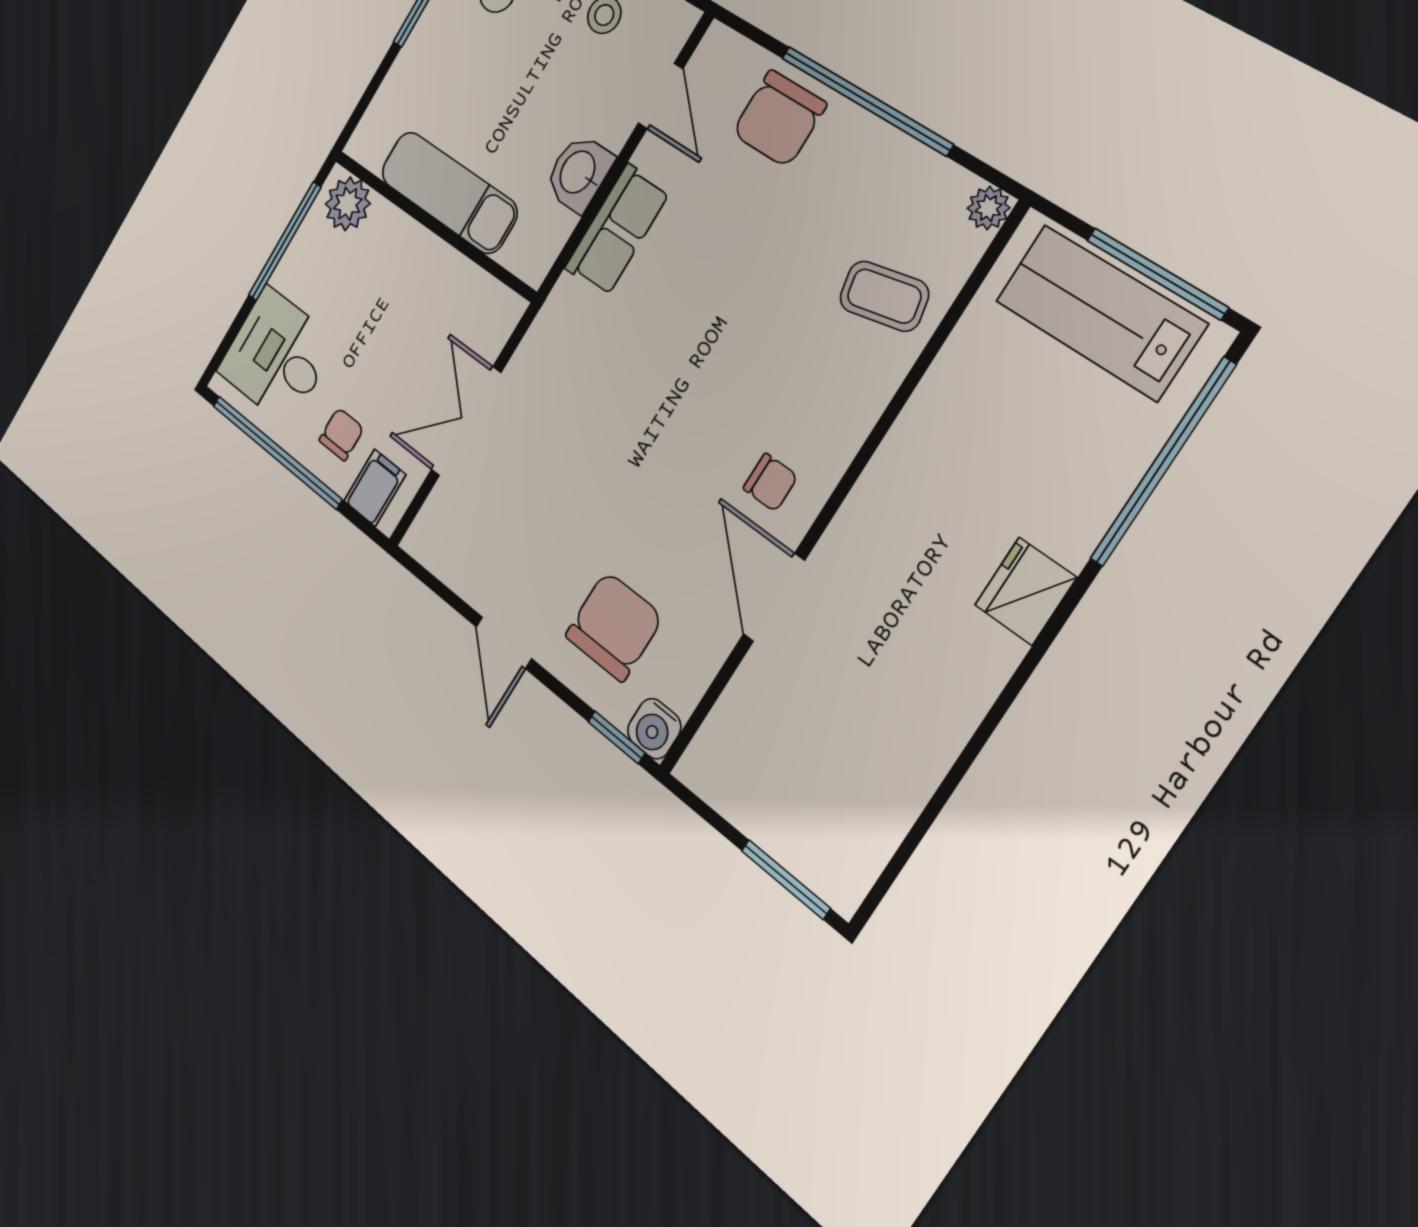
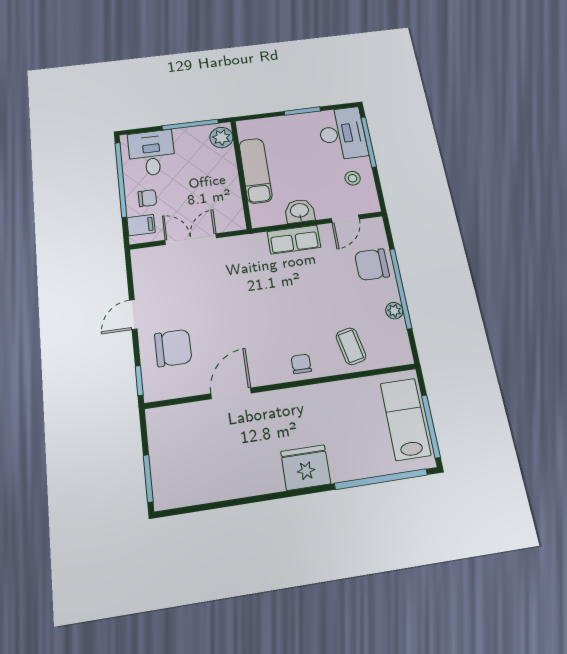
plant: (989, 208) -> (394, 311), moved
chair: (770, 482) -> (301, 364), moved, turned 180
fridge: (1026, 591) -> (306, 467), width x1.36, depth x1.34
water cooler: (654, 729) -> (154, 391), removed

